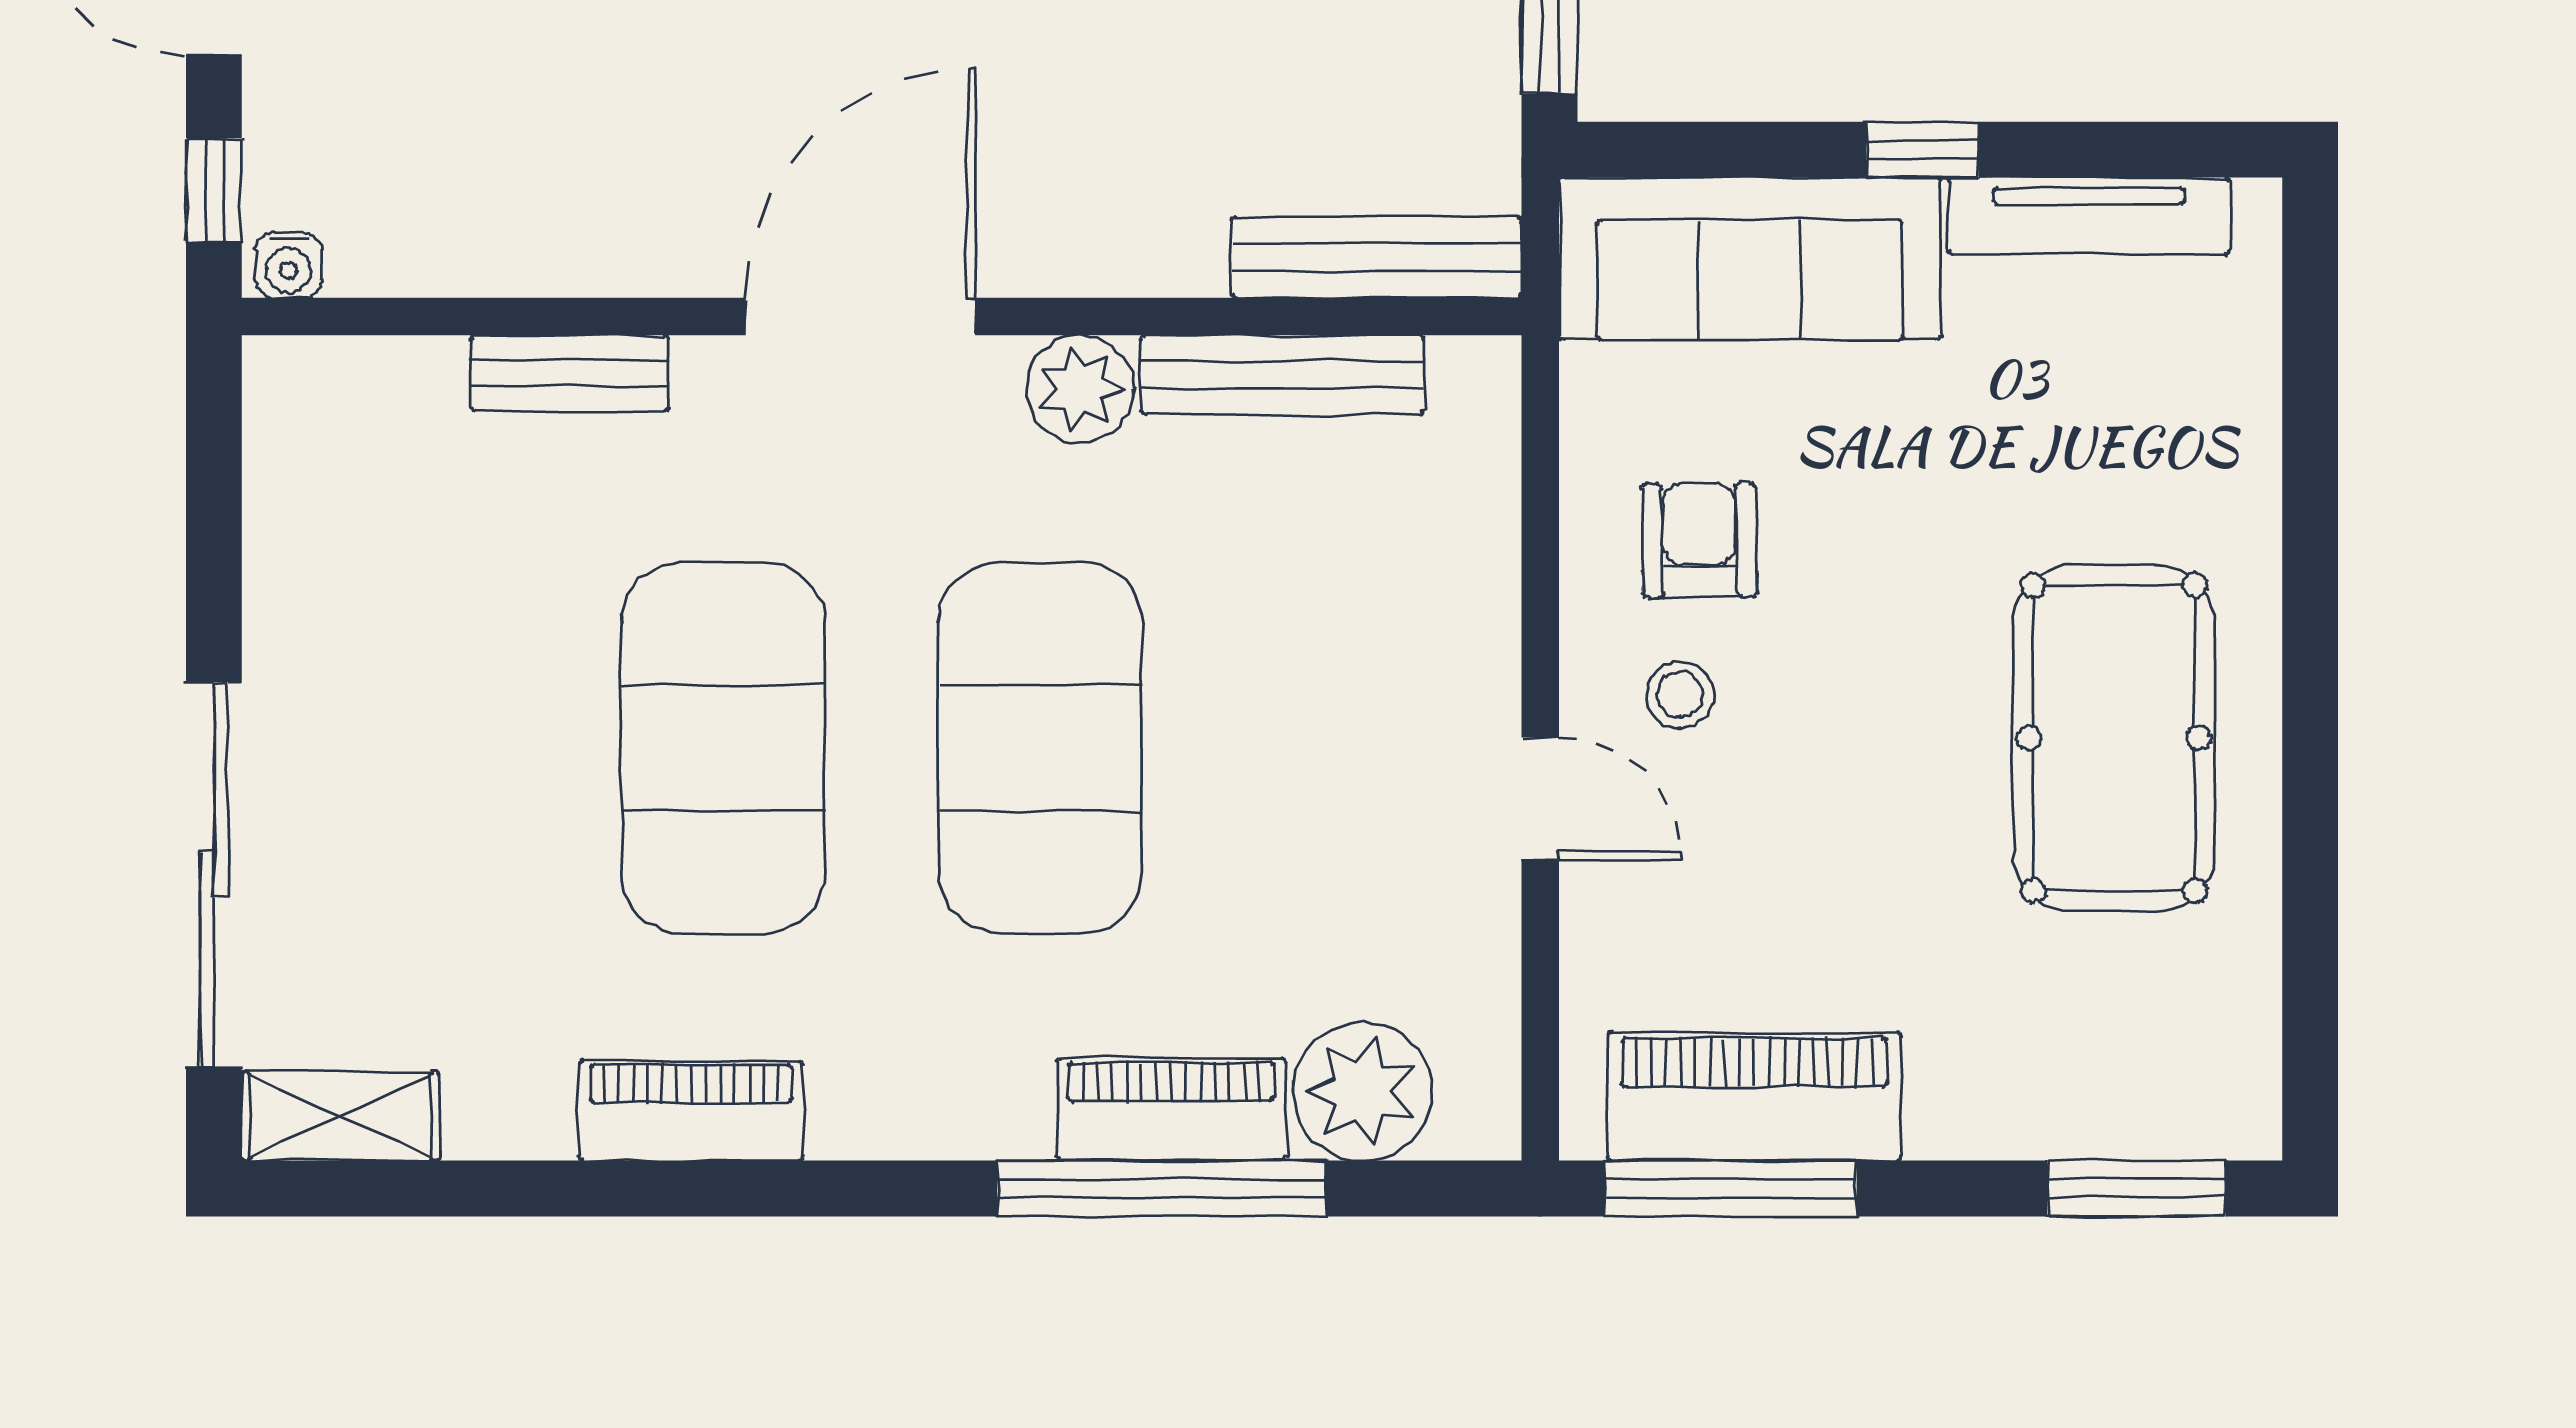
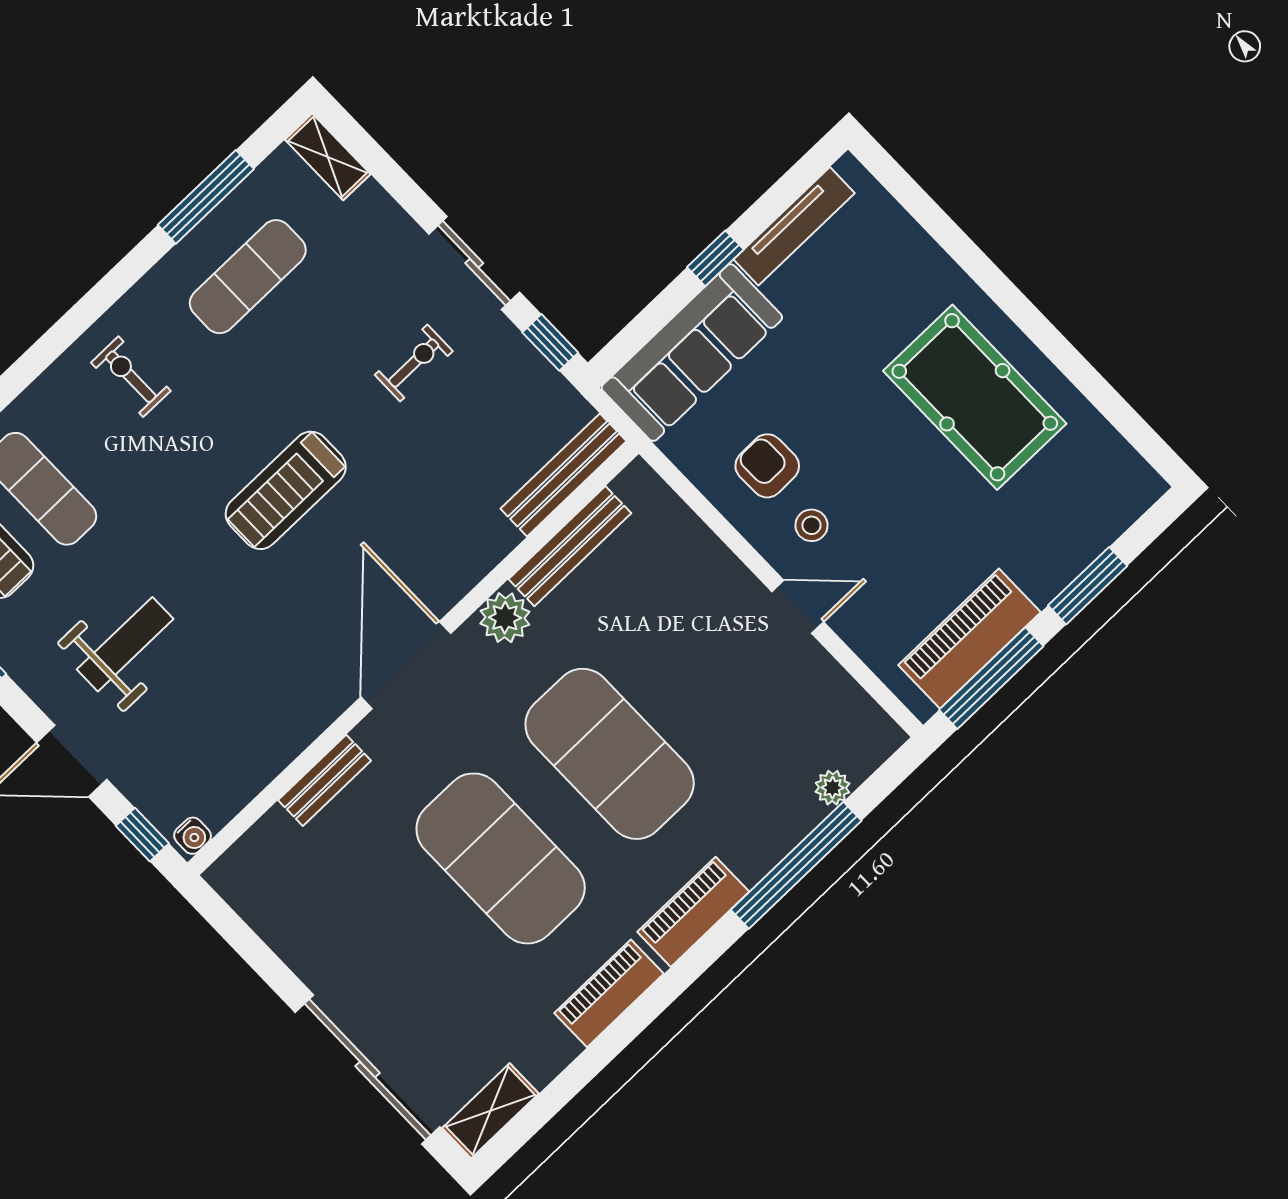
plant: (1362, 1091) -> (833, 788), width x0.53, depth x0.53
piano: (1171, 1109) -> (693, 912), moved
window: (2136, 1188) -> (1088, 586), moved

